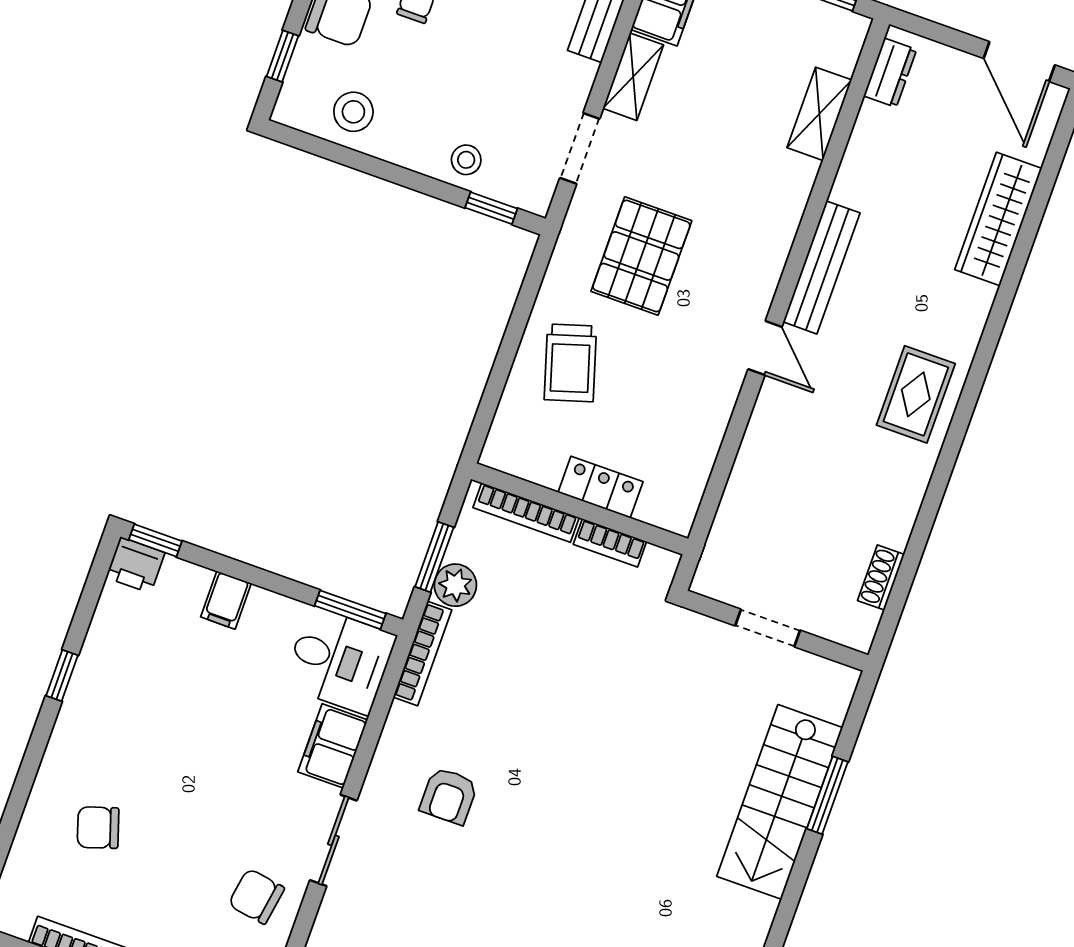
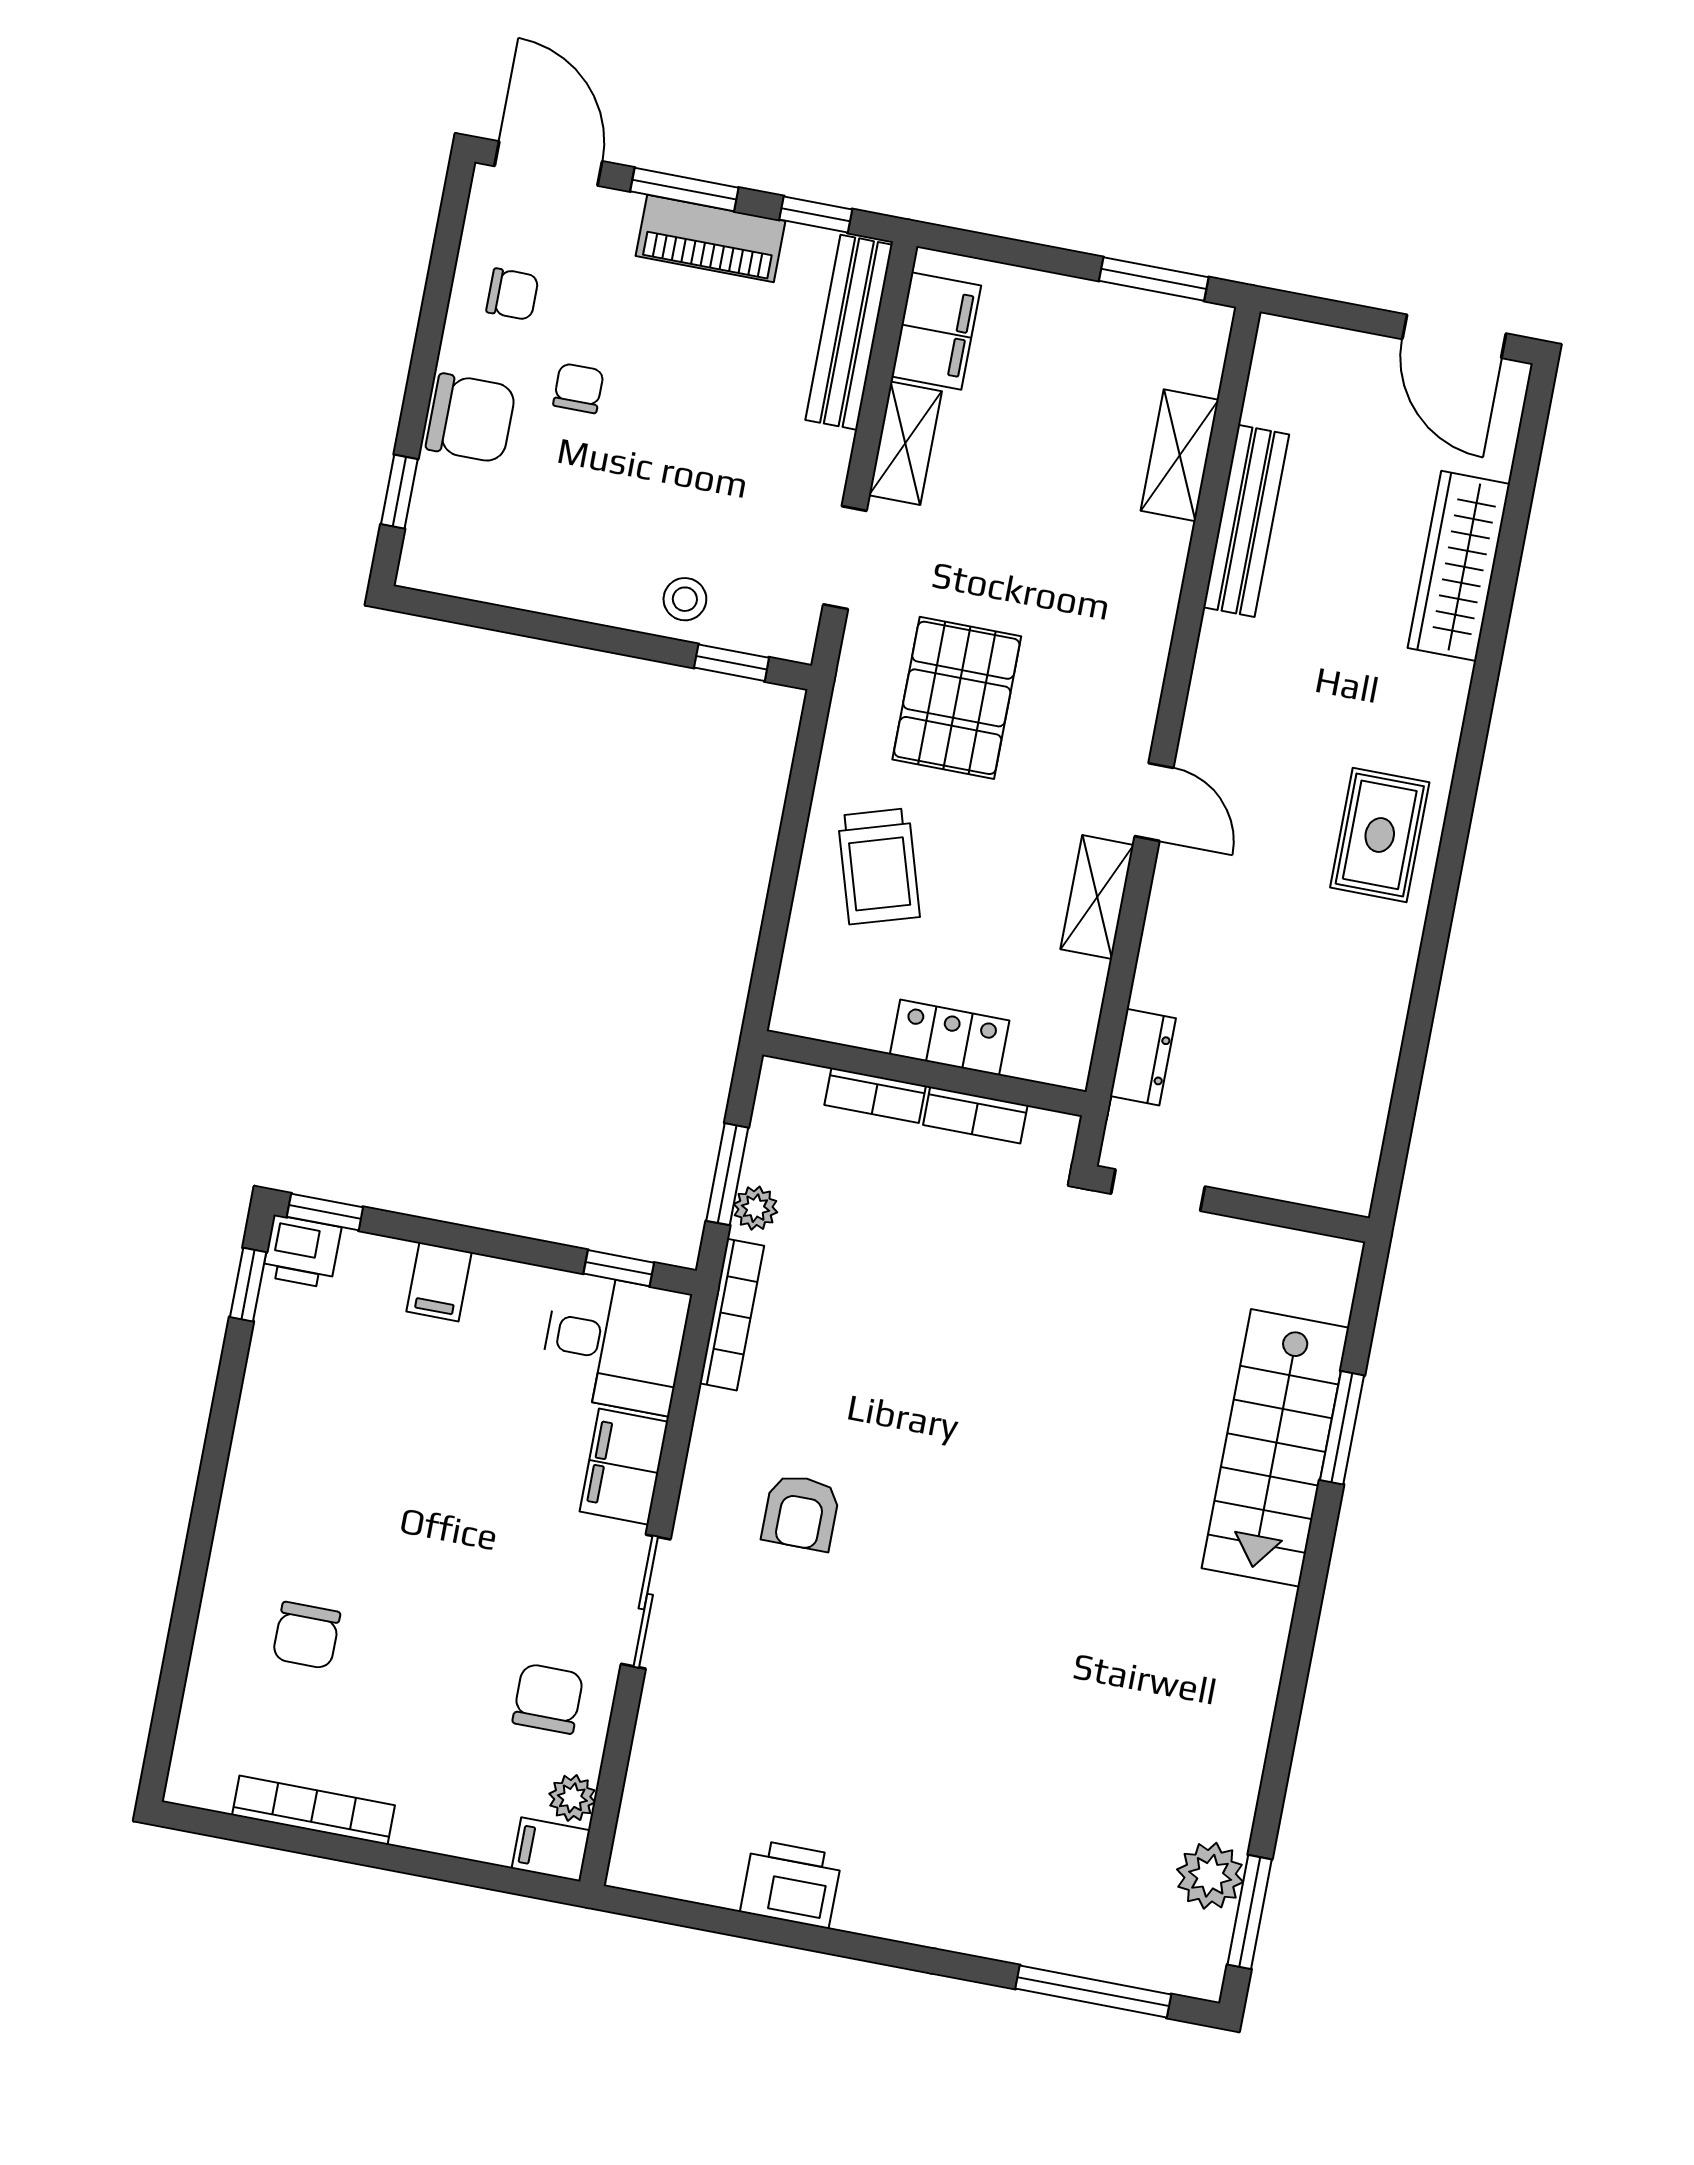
dresser: (890, 73) -> (1143, 1057), moved
stool: (353, 112) -> (513, 555), removed
bench: (822, 267) -> (1246, 521), moved
shelving: (716, 407) -> (1097, 897), added
bookcase: (526, 513) -> (875, 1095), width x0.64
shoe rack: (881, 577) -> (1370, 1104), removed
plant: (455, 585) -> (755, 1208), width x0.73, depth x0.73
window: (350, 610) -> (619, 1268), width x0.67
doorway: (768, 628) -> (1158, 1190), moved
window: (62, 675) -> (248, 1285), moved
chair: (98, 828) -> (306, 1635), turned -72
chair: (256, 896) -> (548, 1699), turned 81

